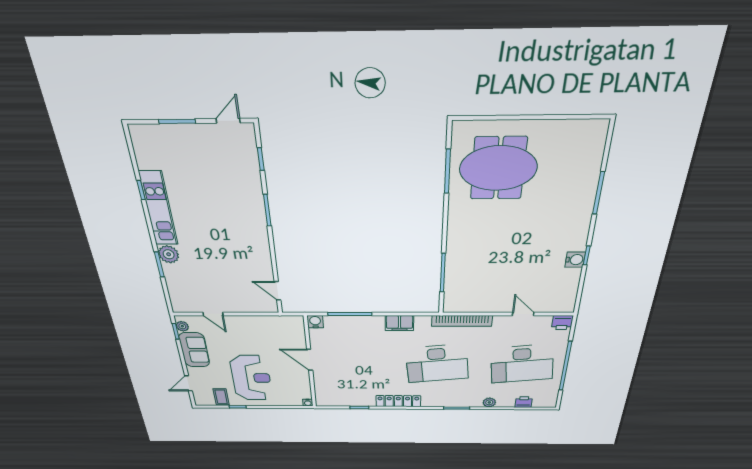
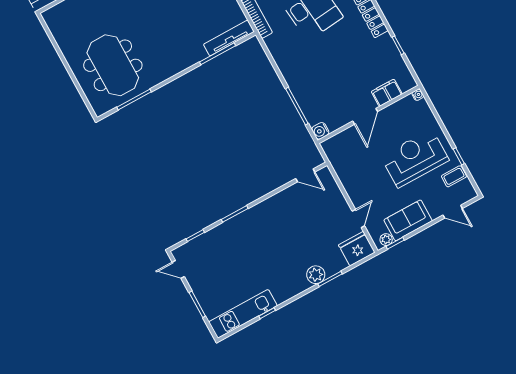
kitchen unit: (159, 209) -> (243, 314), moved
tv unit: (451, 289) -> (229, 38), added
door: (278, 291) -> (305, 175), hinge flipped
fridge: (183, 300) -> (357, 249), added
filing cabinet: (399, 323) -> (387, 93), moved, turned -90

